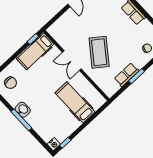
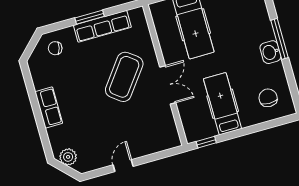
hospital bed: (35, 51) -> (223, 104), moved, turned -90
row of seats: (127, 75) -> (102, 26), width x1.48

